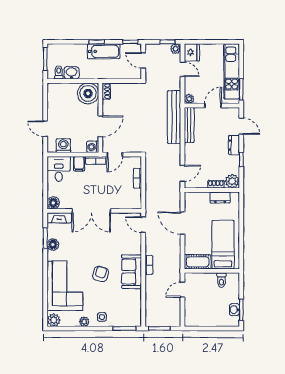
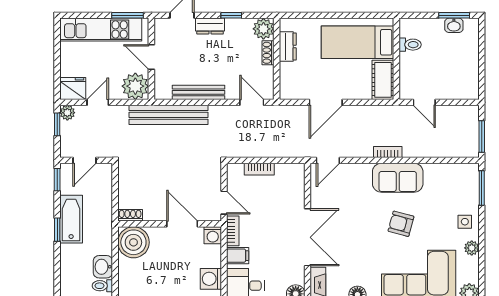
plant: (189, 99) -> (135, 86), width x1.88, depth x1.88
bench: (189, 125) -> (199, 92), moved

